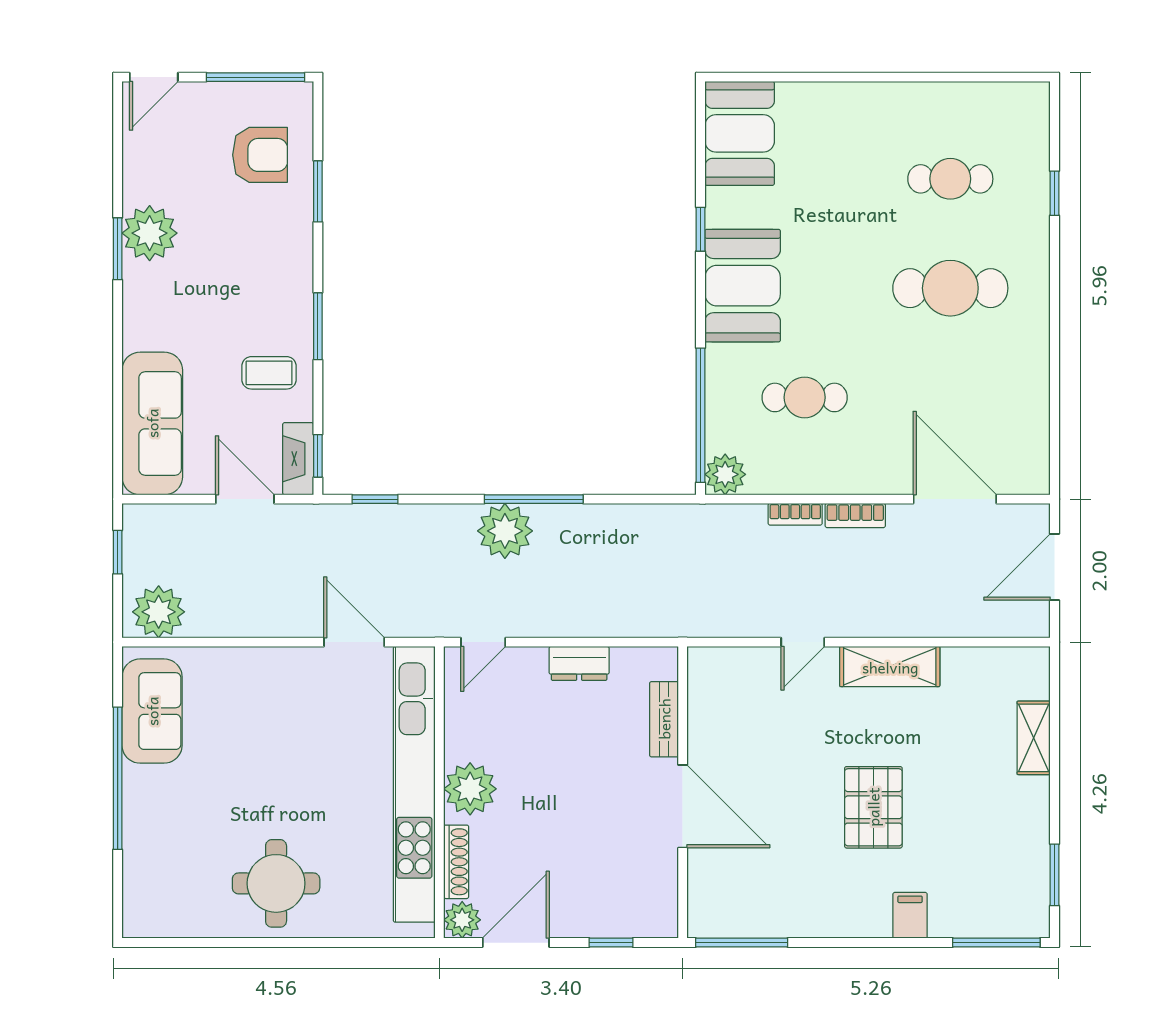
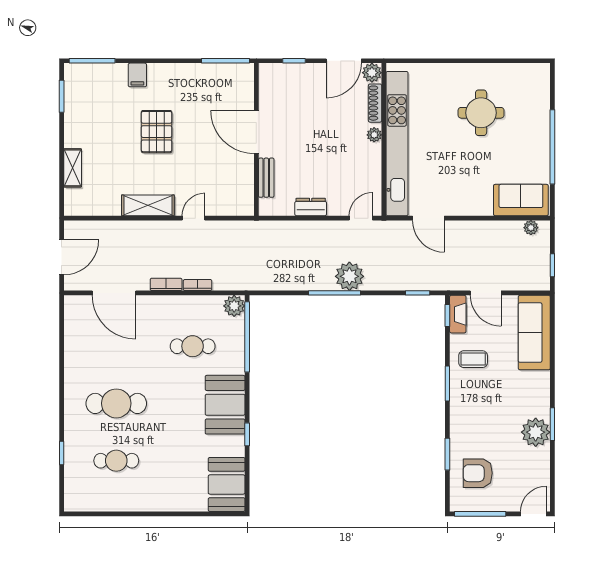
plant: (159, 612) -> (531, 228), width x0.53, depth x0.53
sofa: (152, 711) -> (521, 200), moved, turned 90
plant: (470, 789) -> (374, 135), width x0.53, depth x0.53
round table: (276, 883) -> (481, 113), moved

